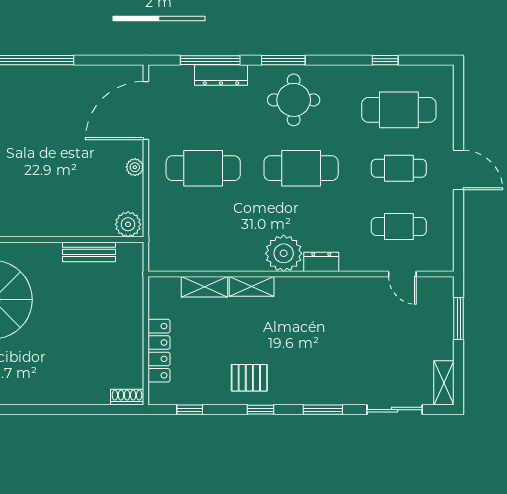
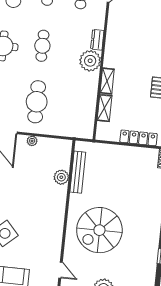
cafe table: (301, 168) -> (42, 46), width x0.73, depth x0.74
plant: (128, 224) -> (61, 177), moved
bench: (89, 252) -> (78, 172), width x1.36

